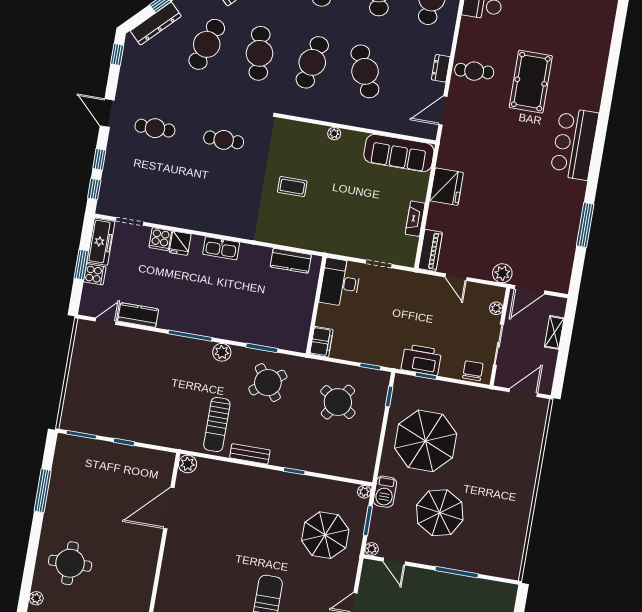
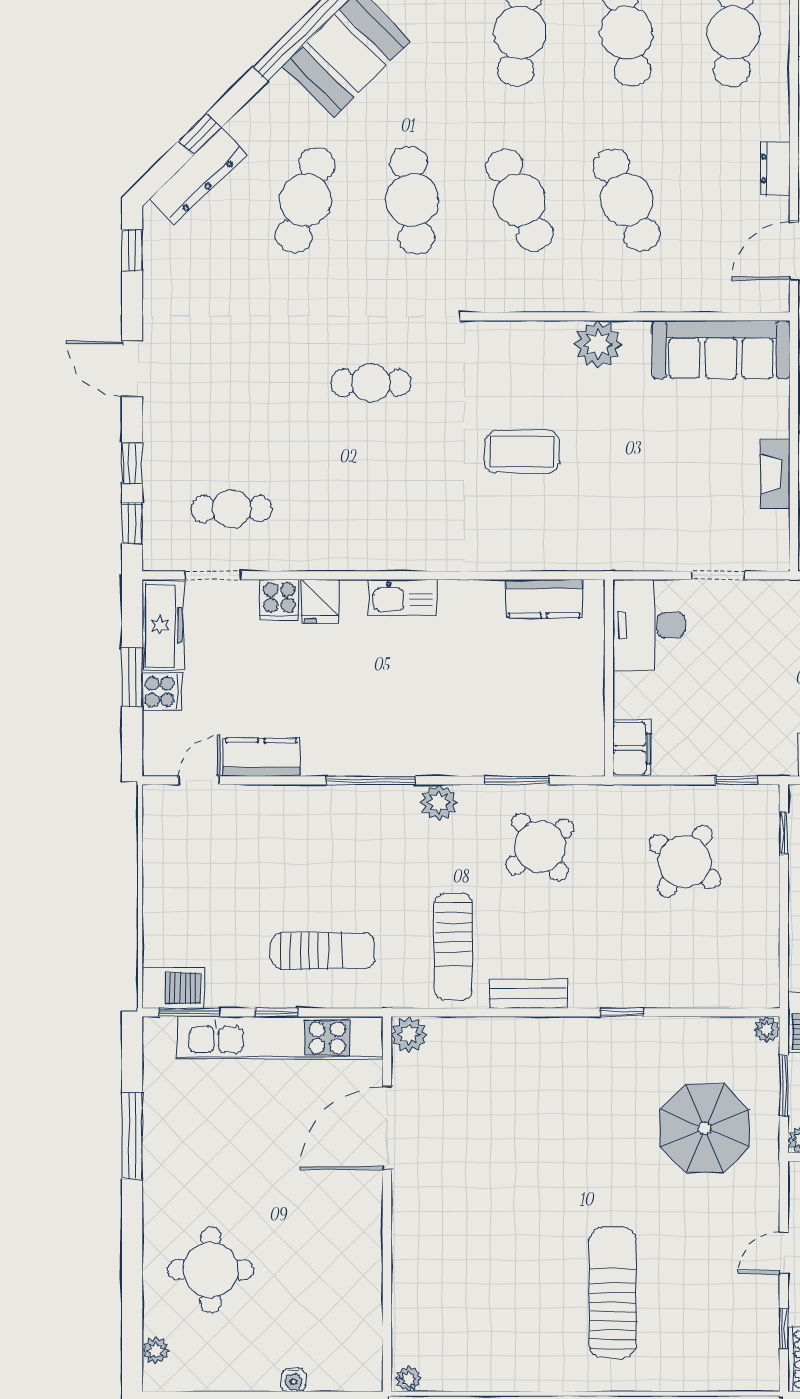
cafe table: (312, 62) -> (520, 200), turned -36
cafe table: (155, 128) -> (231, 509), moved
plant: (334, 134) -> (598, 344), width x1.87, depth x1.87
coffee table: (292, 187) -> (522, 452), width x1.36, depth x1.30
sun lounger: (152, 416) -> (323, 951), added
barbecue: (75, 421) -> (173, 988), added
kitchen unit: (124, 455) -> (280, 1038), added

